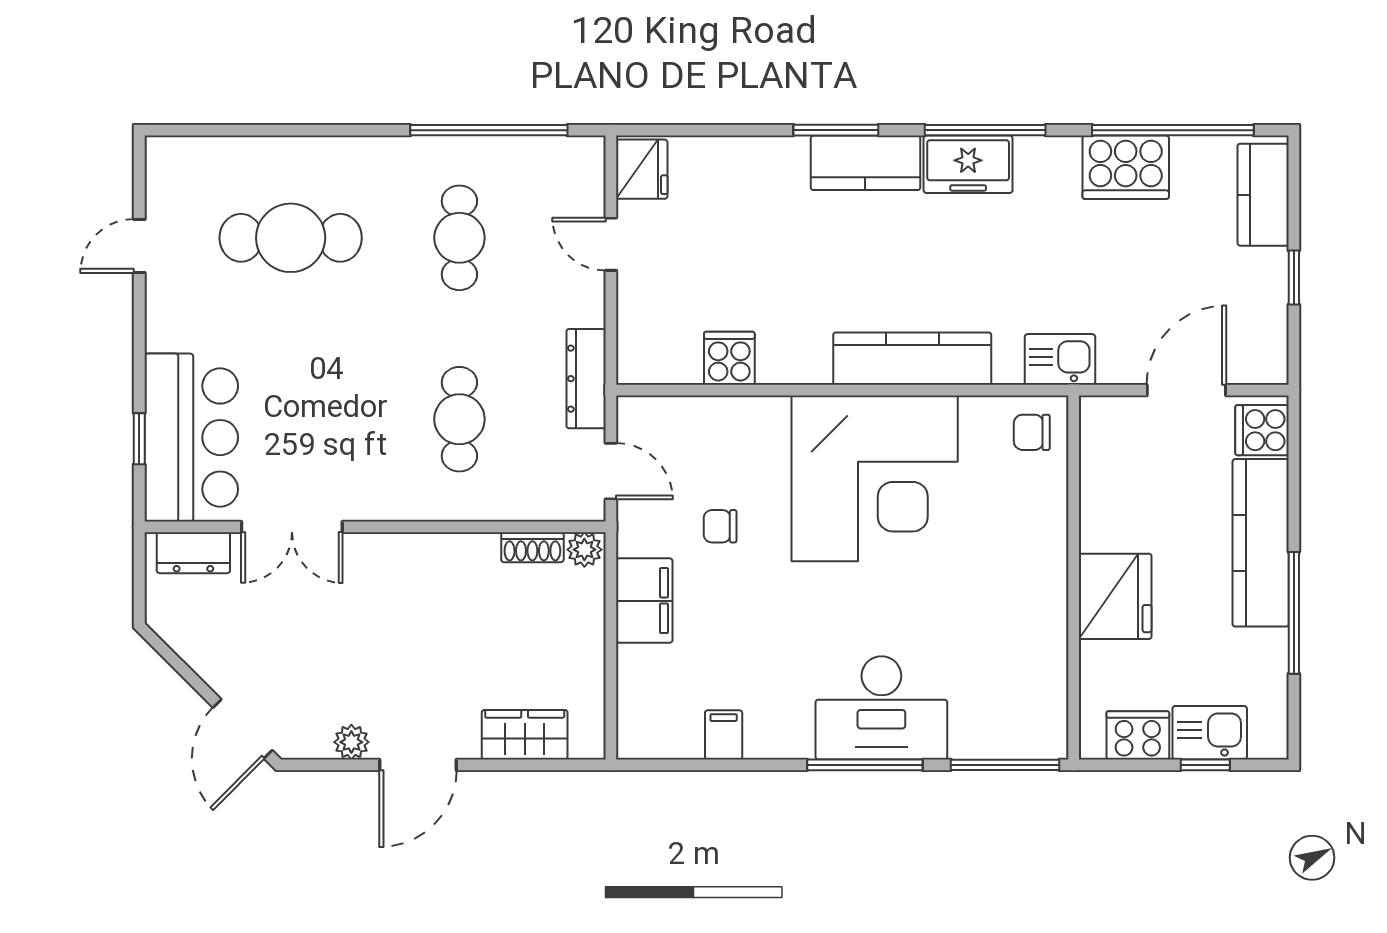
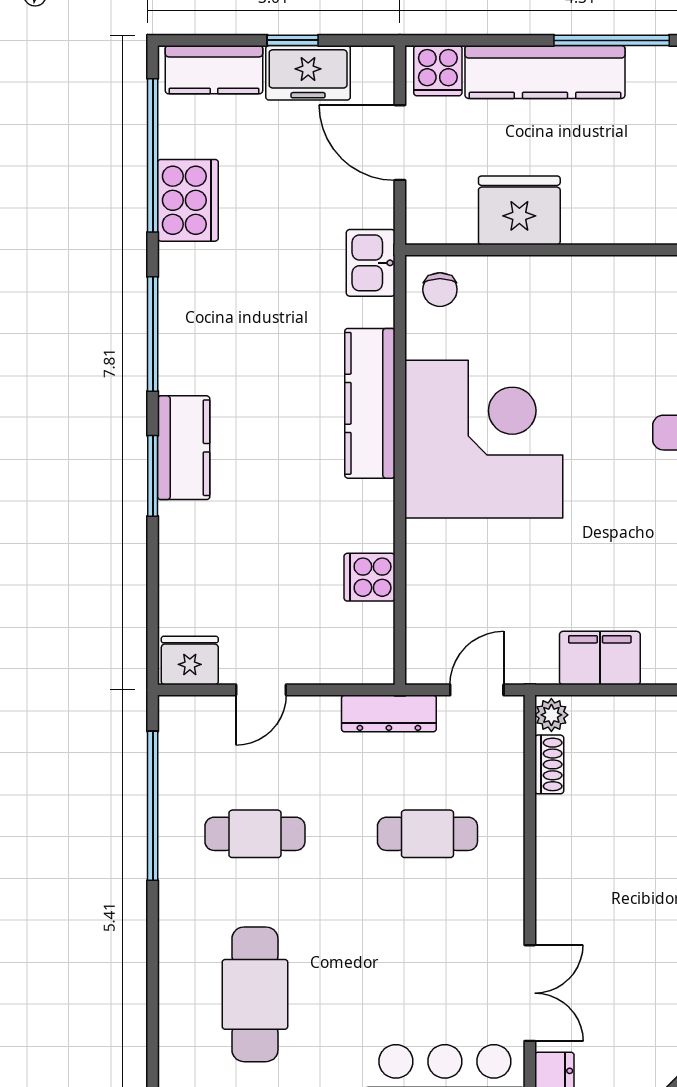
freezer: (968, 164) -> (308, 73), moved, turned 90
chair: (720, 526) -> (529, 586), removed
fridge: (1115, 596) -> (519, 210), moved

